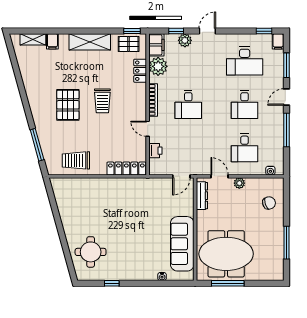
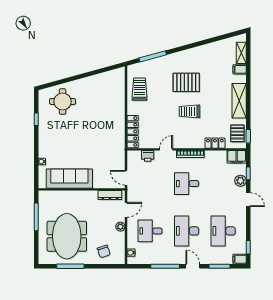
plant: (158, 66) -> (219, 158), removed
desk: (245, 104) -> (187, 231), width x1.37
meeting table: (226, 254) -> (67, 236), moved

